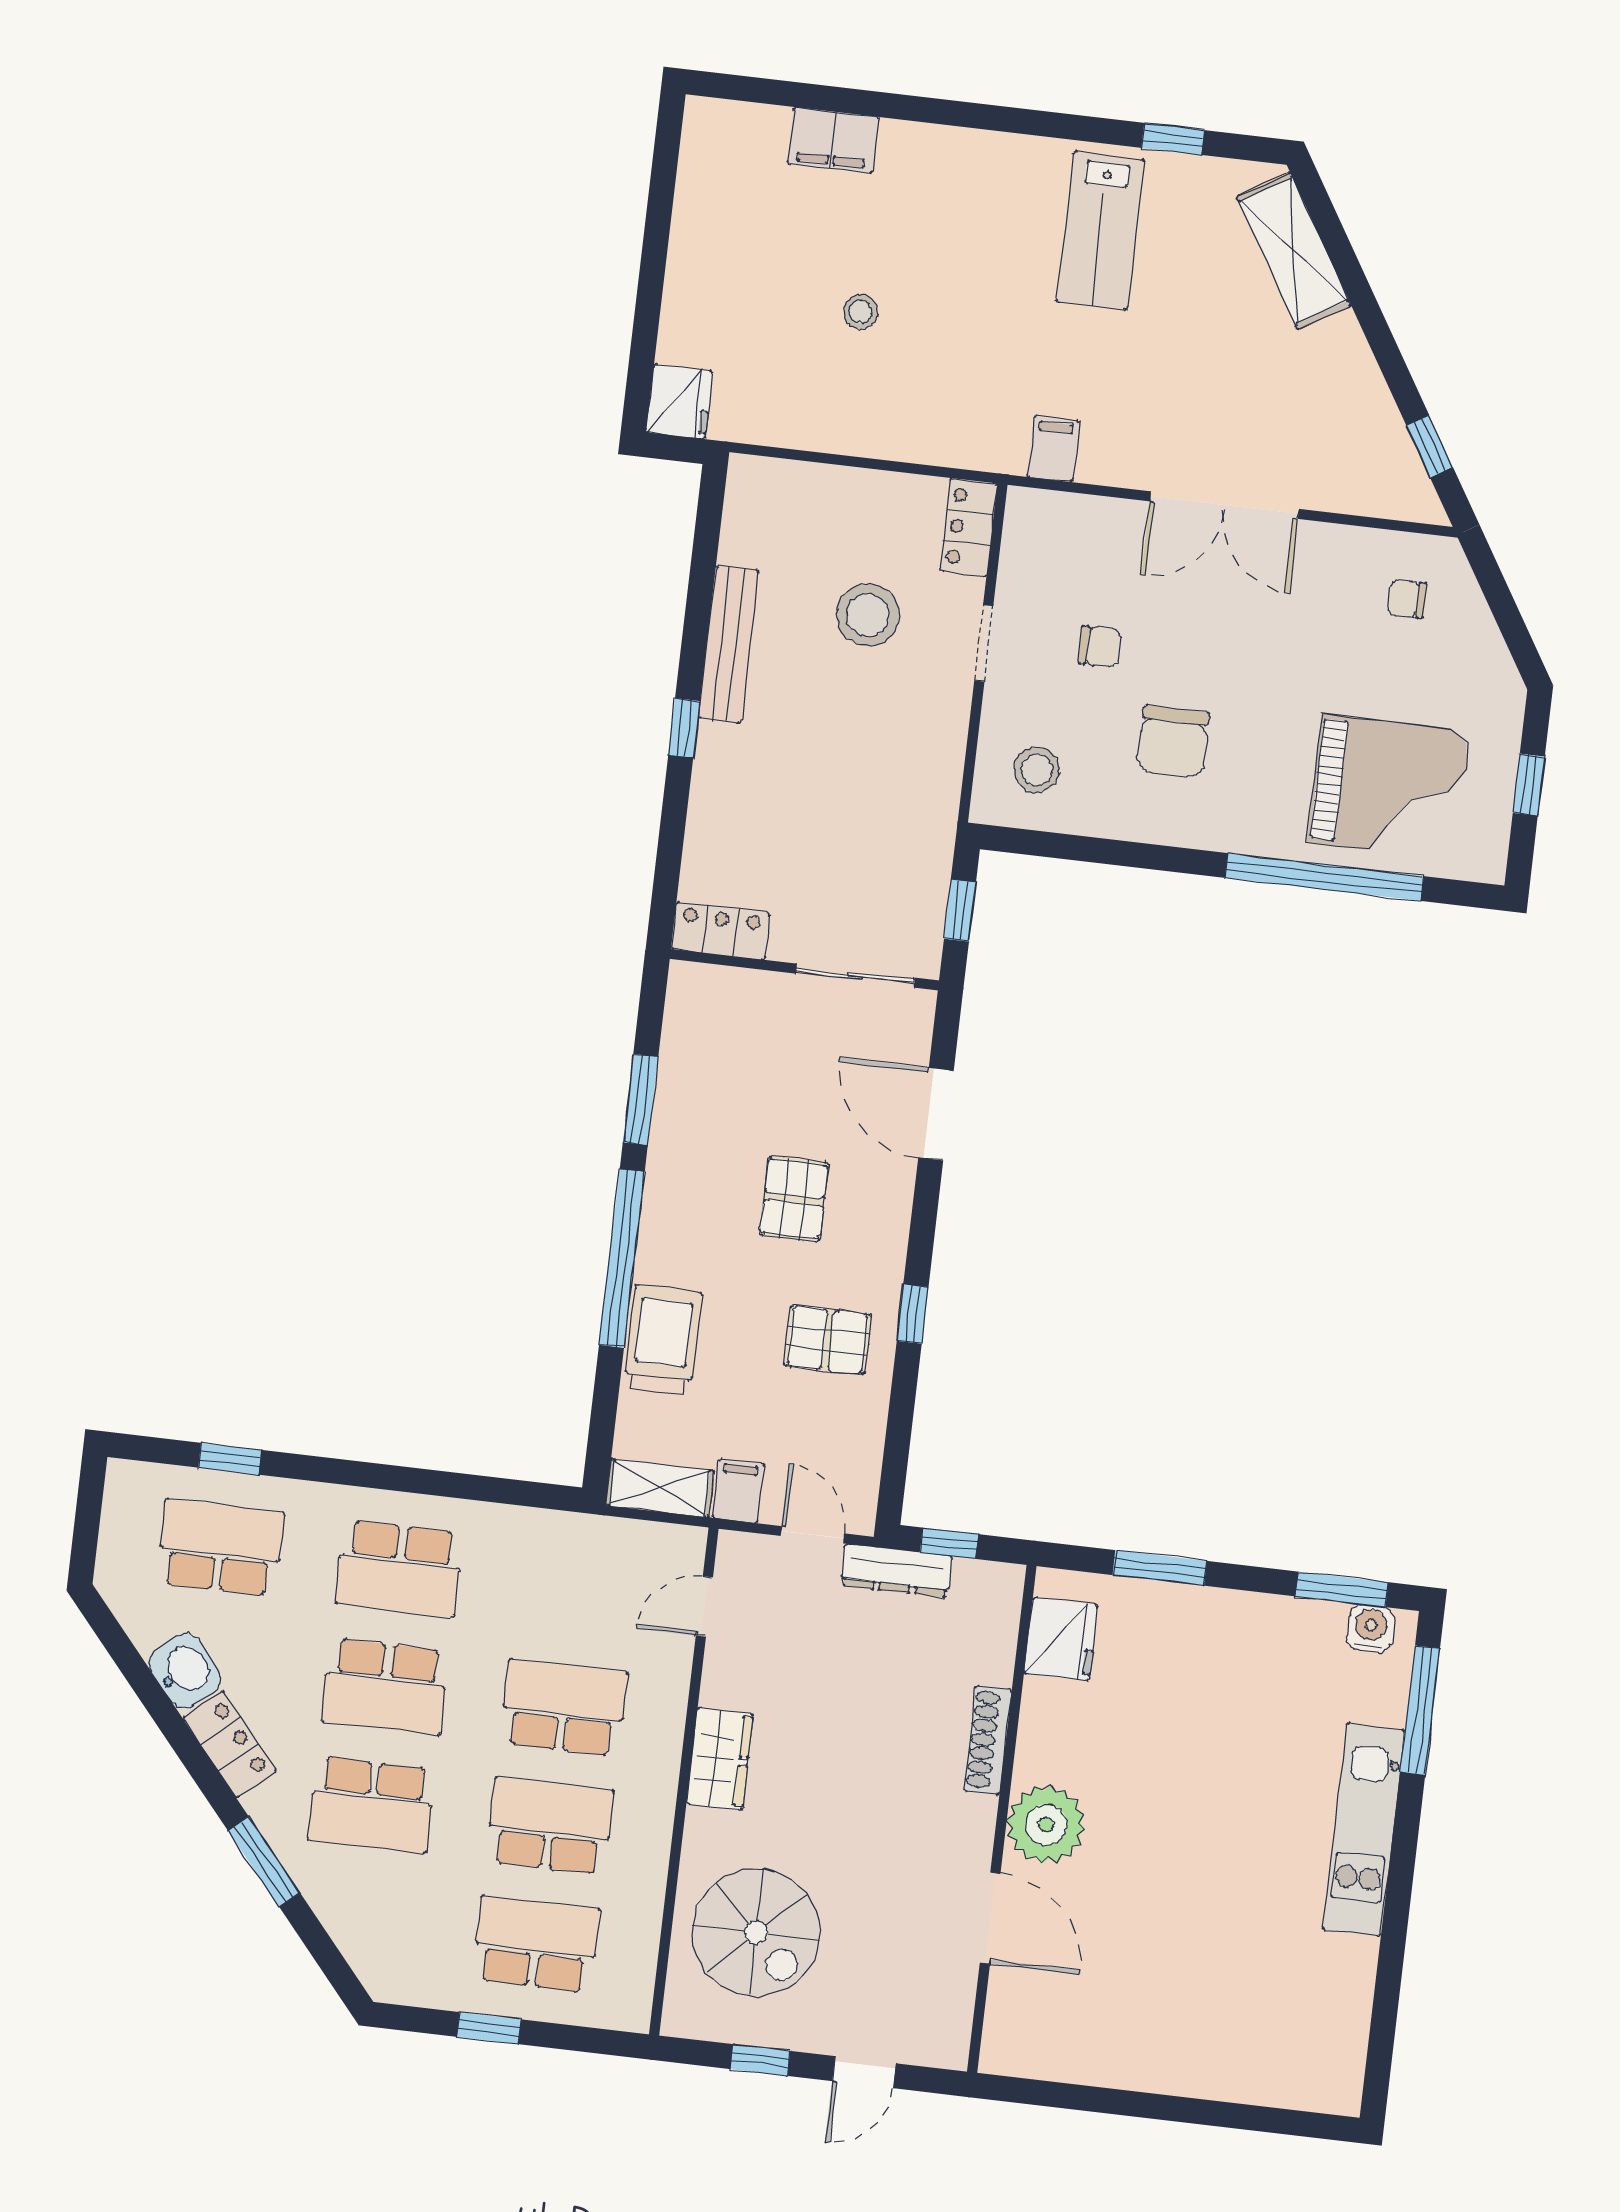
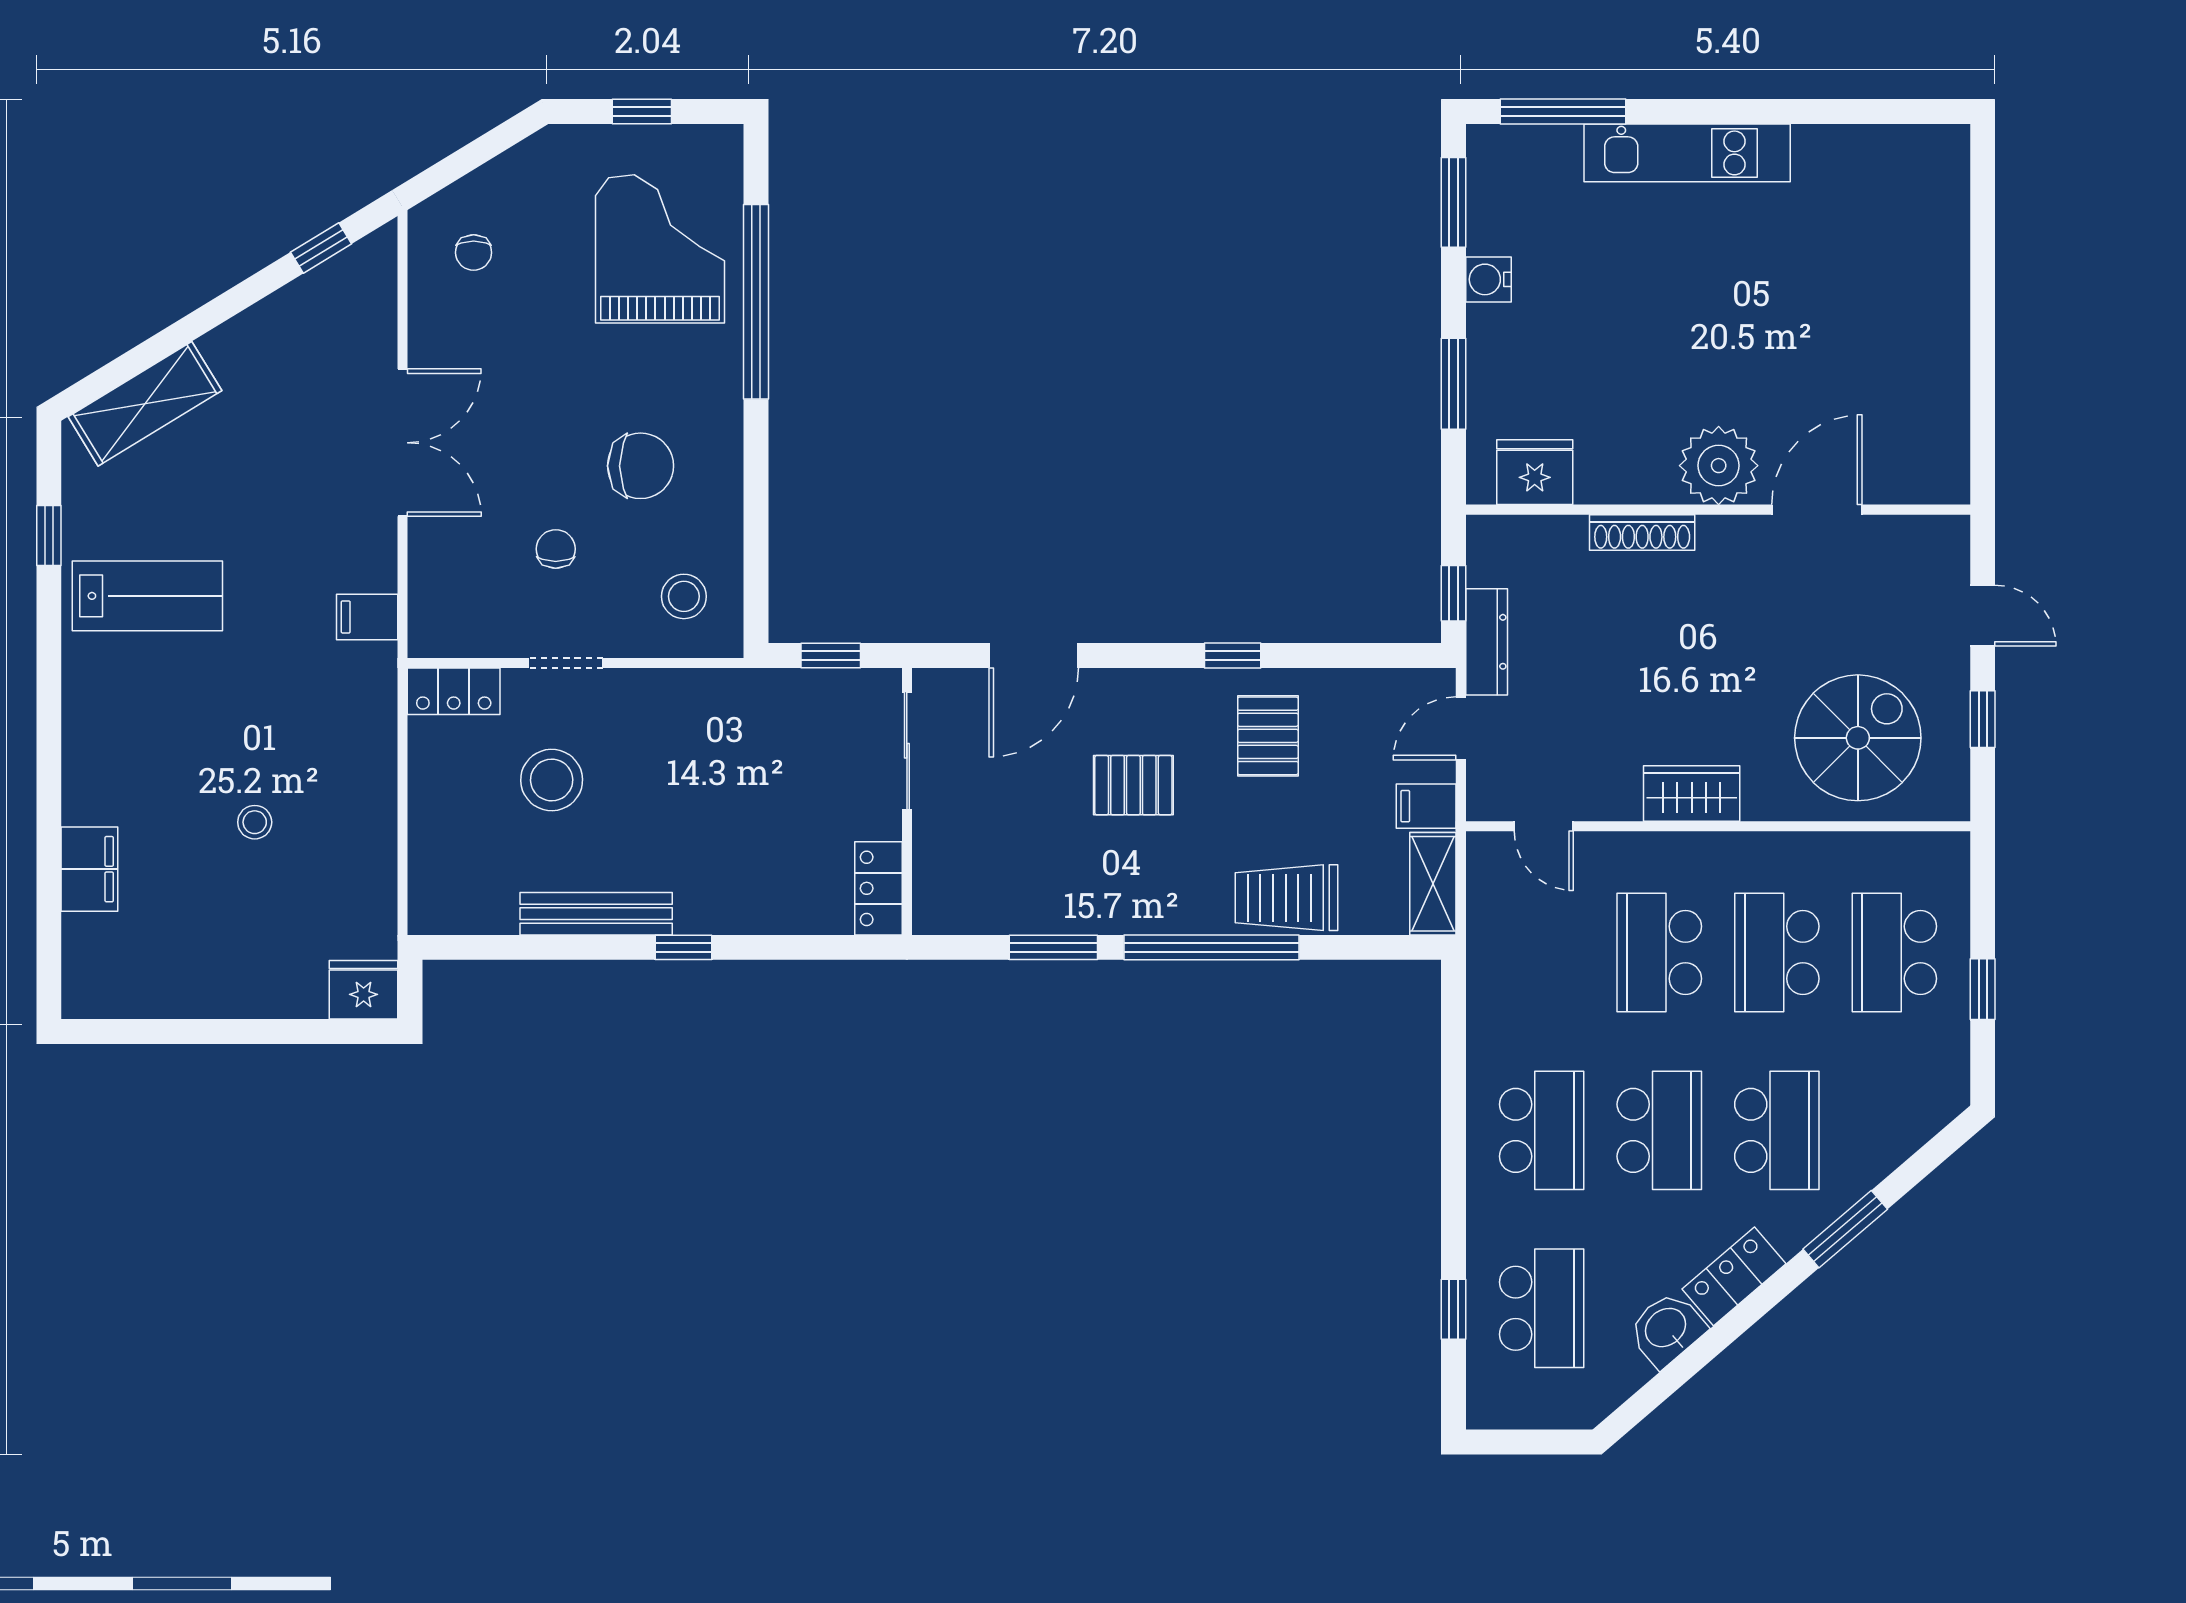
school desk: (220, 1547) -> (1542, 1308), turned 180
water cooler: (1371, 1628) -> (1488, 279), moved

